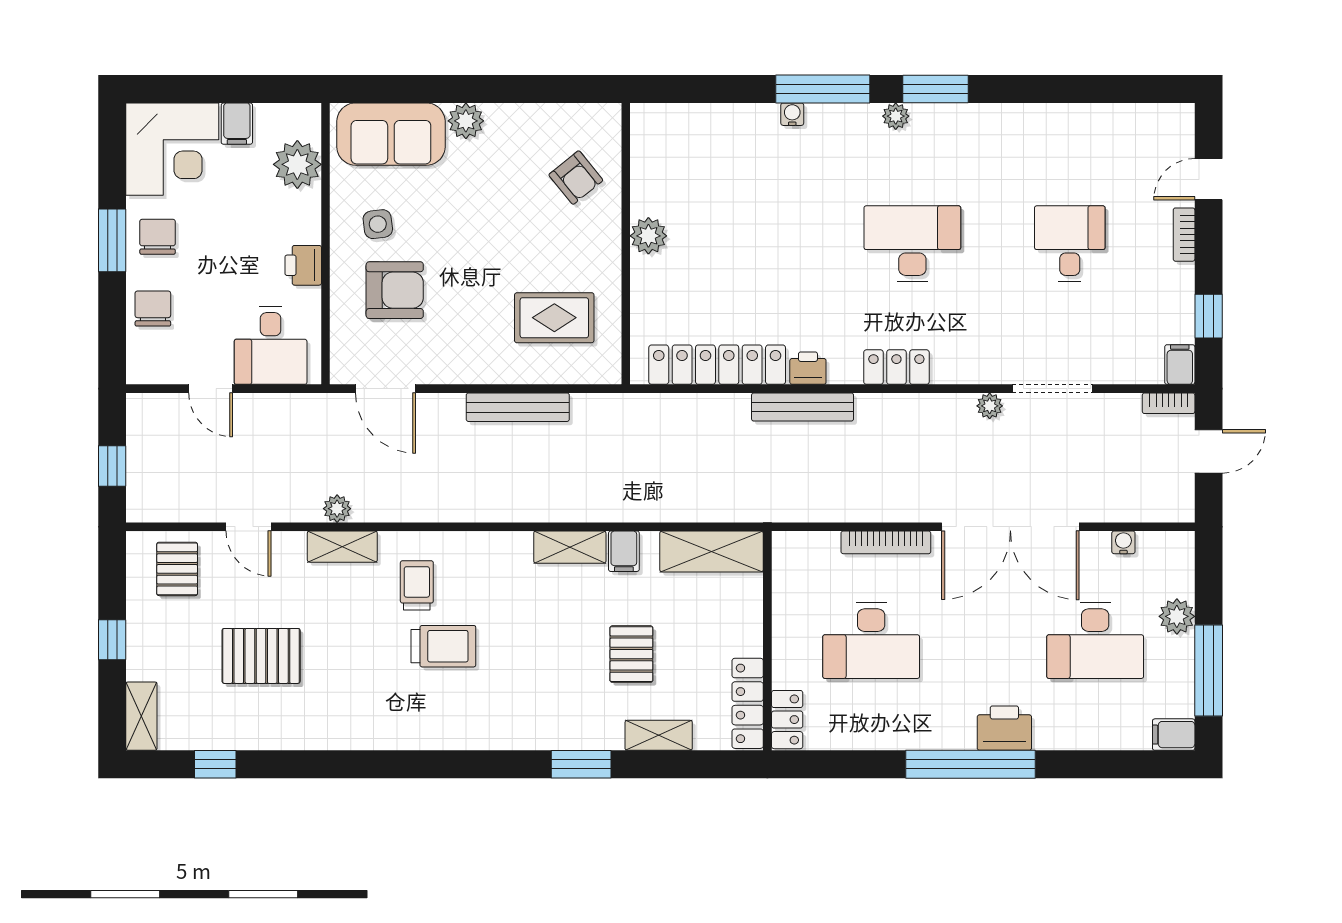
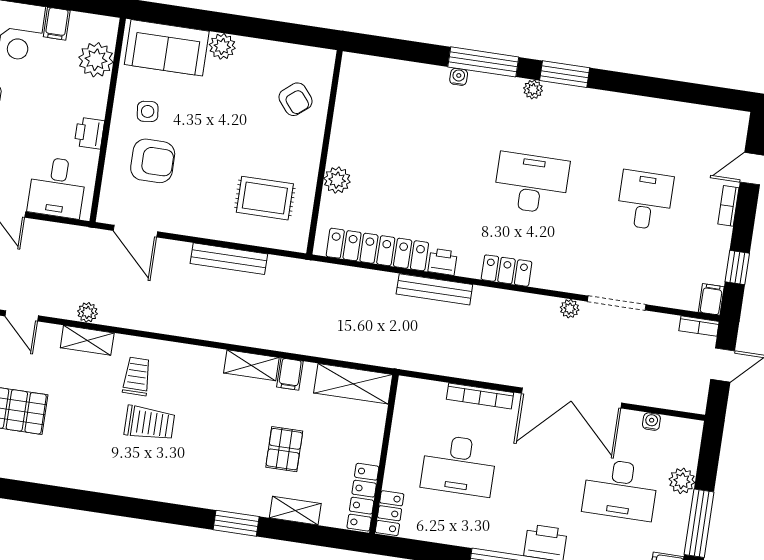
plant: (648, 236) -> (337, 180), moved

